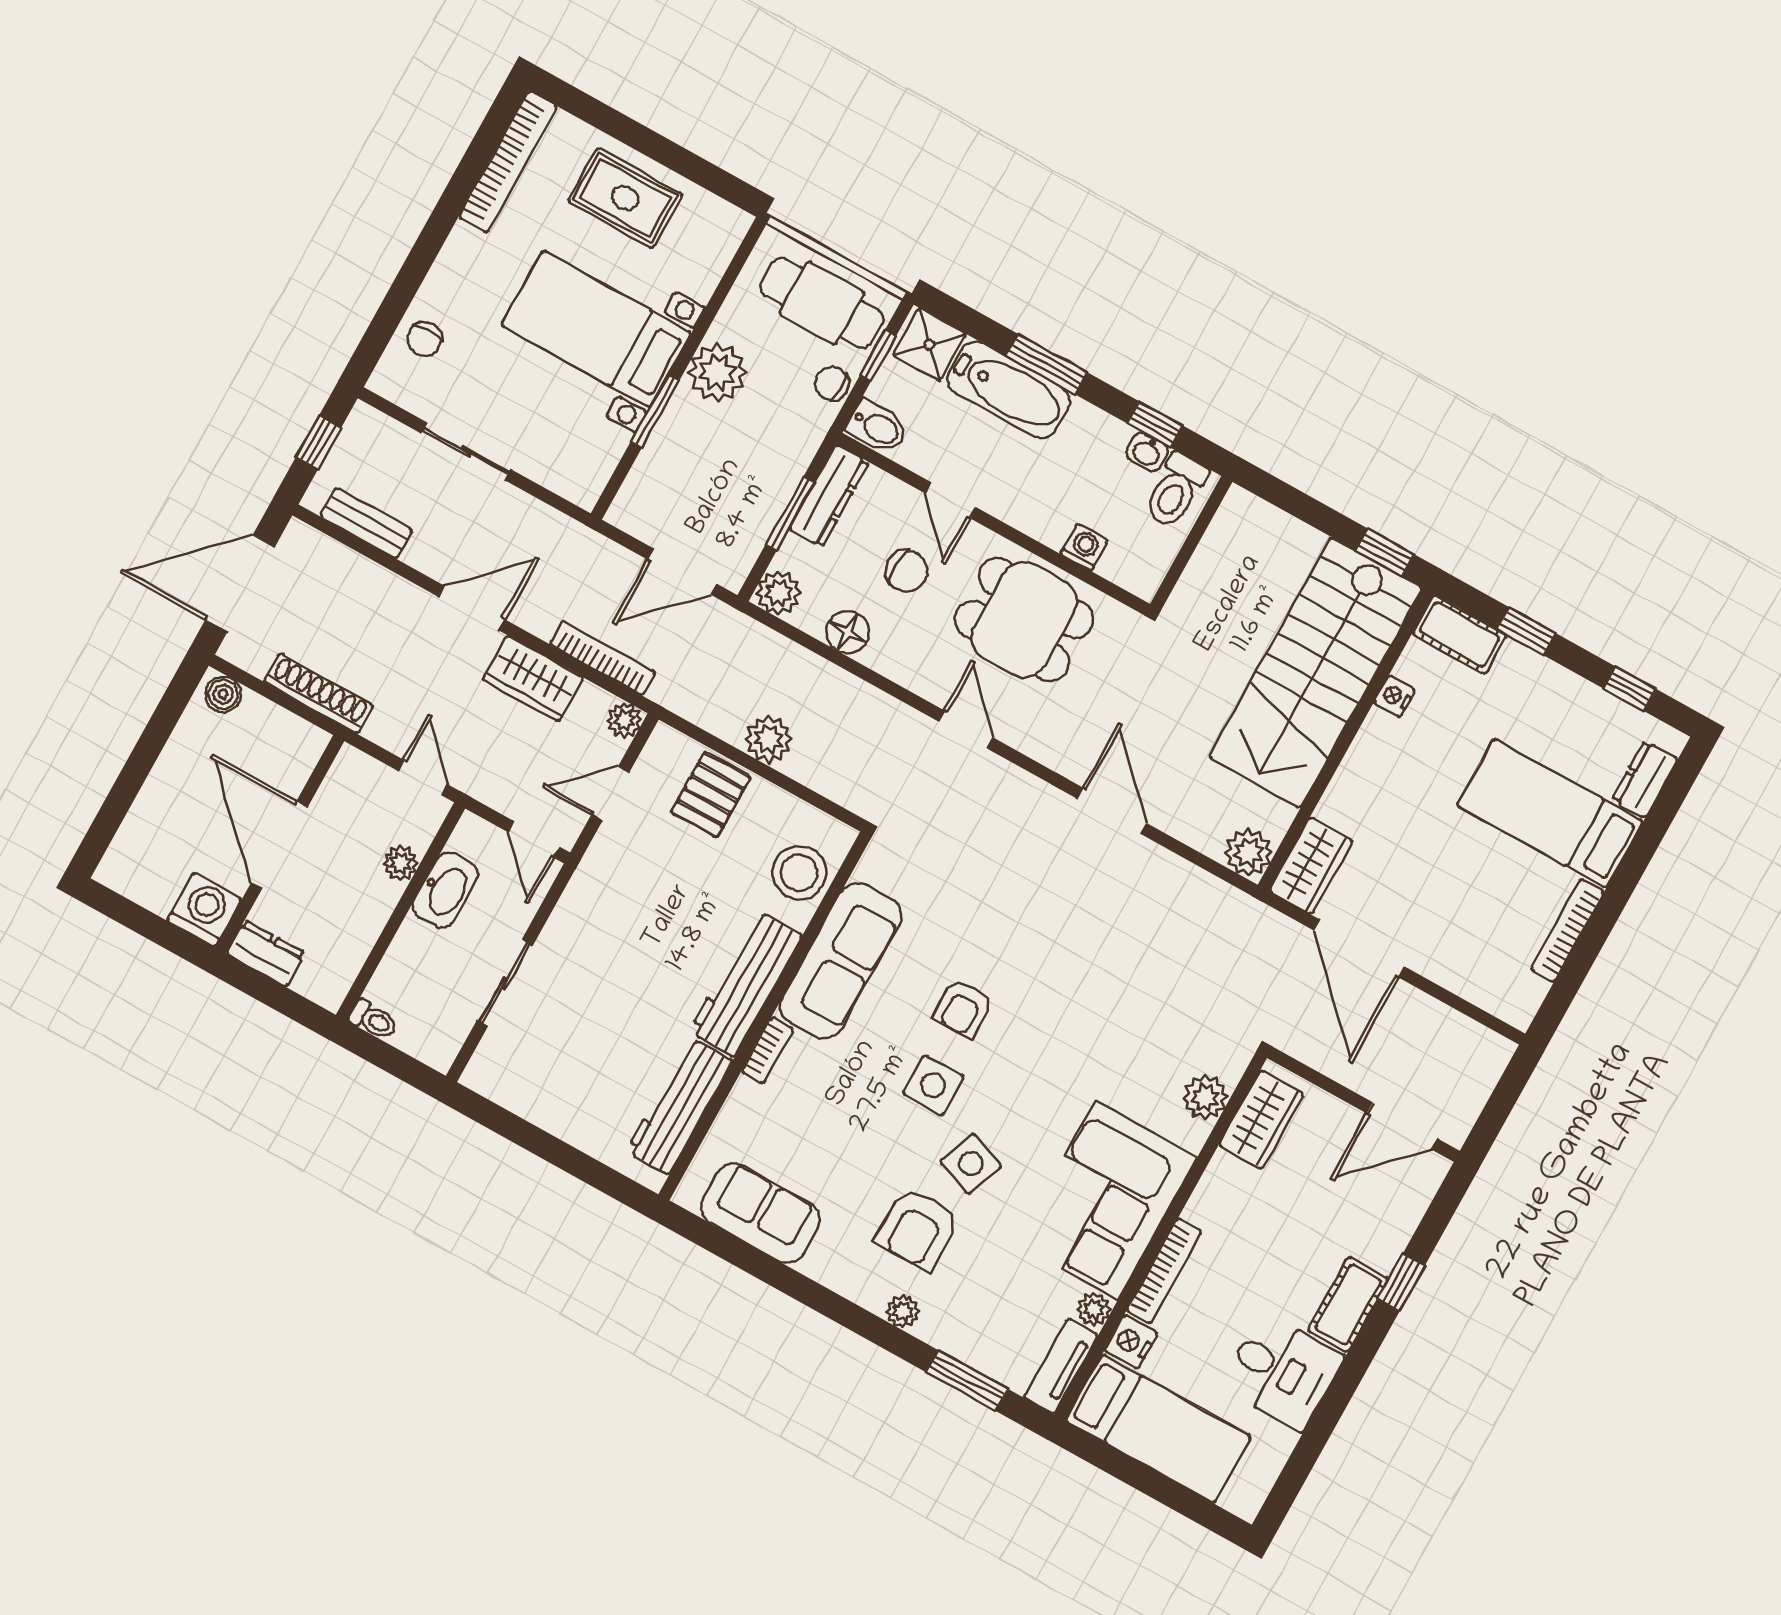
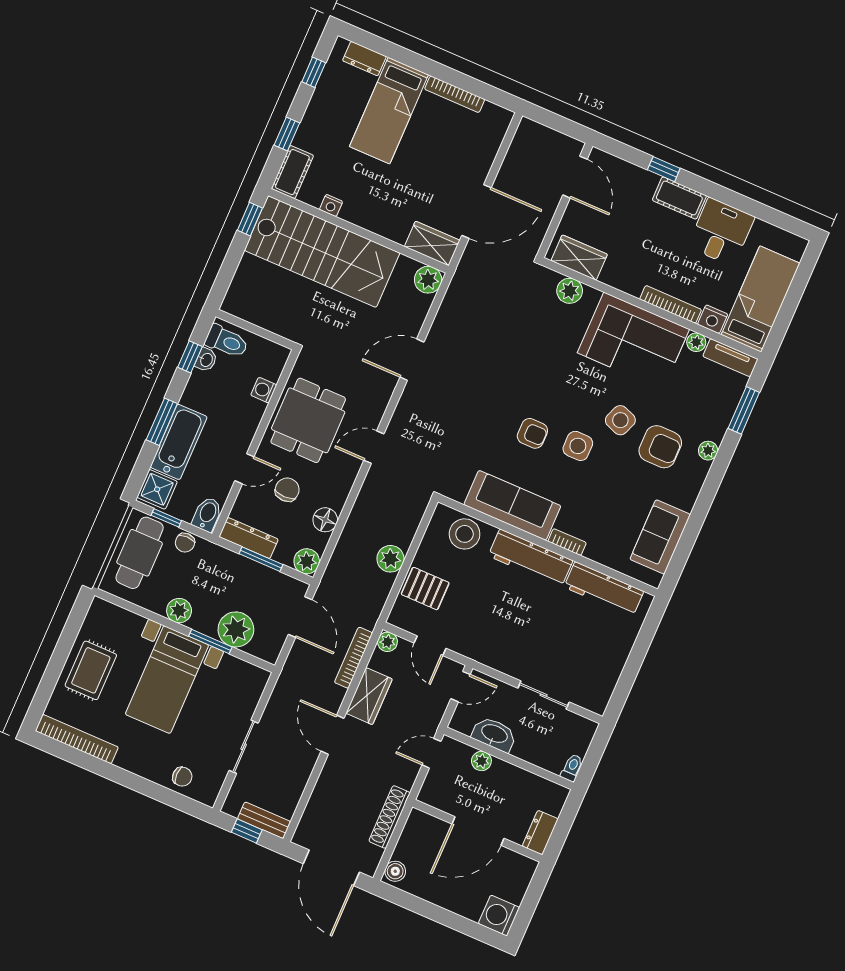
plant: (717, 373) -> (179, 611), width x0.73, depth x0.73
plant: (672, 458) -> (236, 629), added
bench: (366, 523) -> (264, 820), moved, turned 90
washing machine: (204, 910) -> (499, 916), moved

